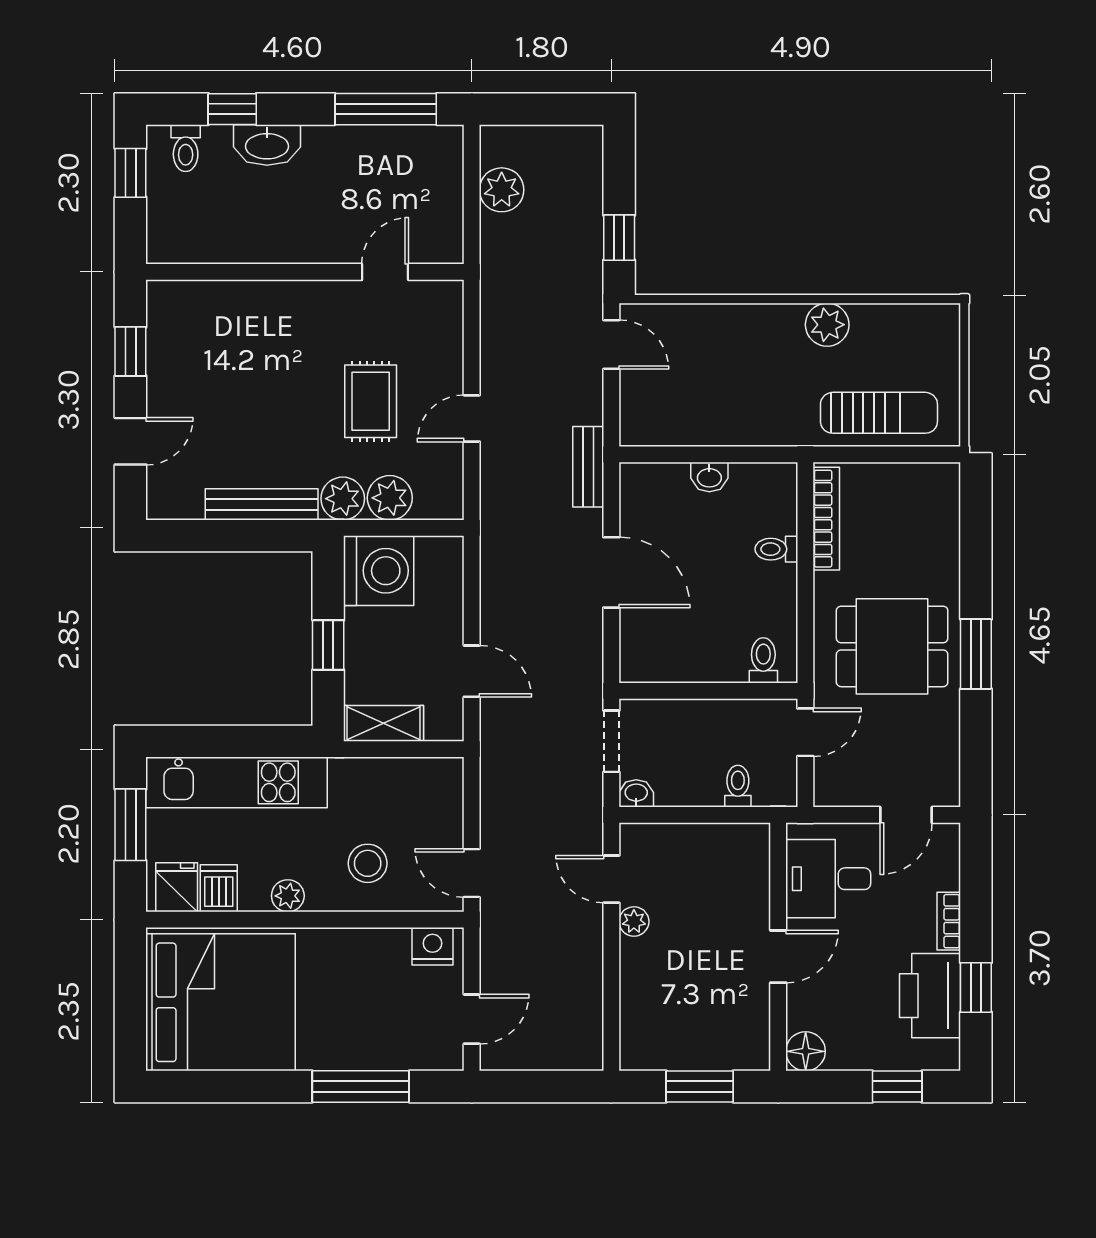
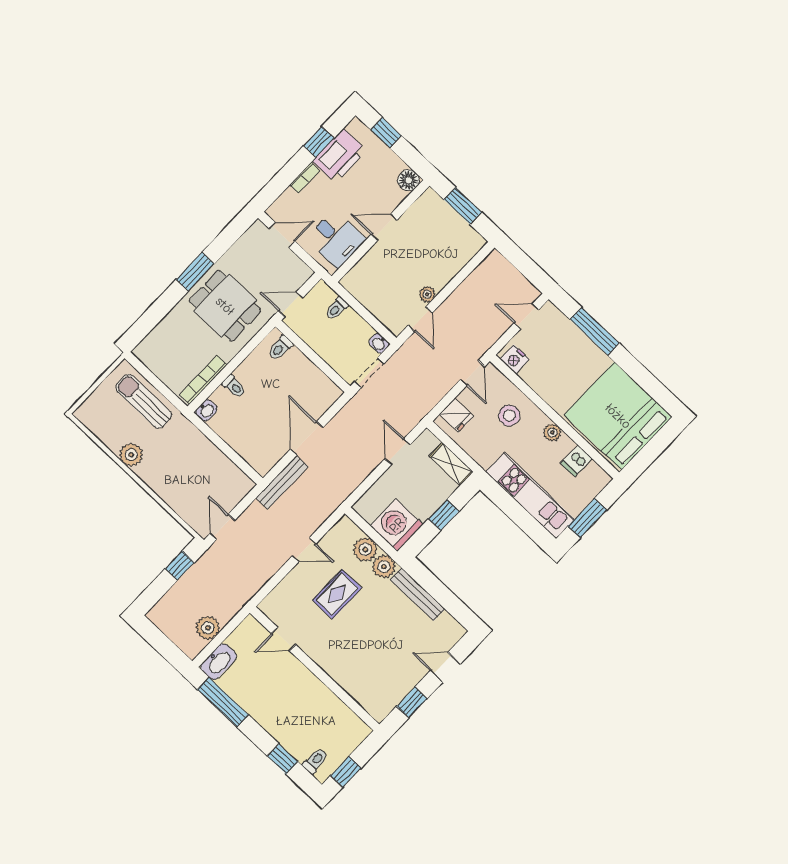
washbasin: (267, 145) -> (219, 662), moved, turned 90
bench: (588, 467) -> (282, 482), width x1.36
washbasin: (709, 477) -> (206, 410), moved, turned 90
fridge: (177, 887) -> (456, 415), moved, turned -90

